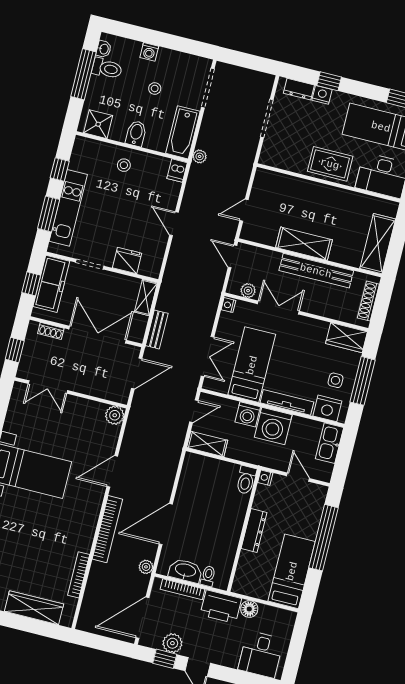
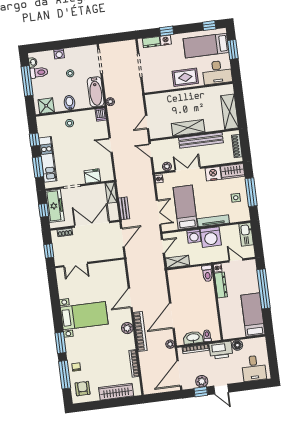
nightstand: (327, 408) -> (213, 174), moved, turned 180
plant: (115, 415) -> (127, 328), moved
dresser: (254, 531) -> (221, 285), moved

